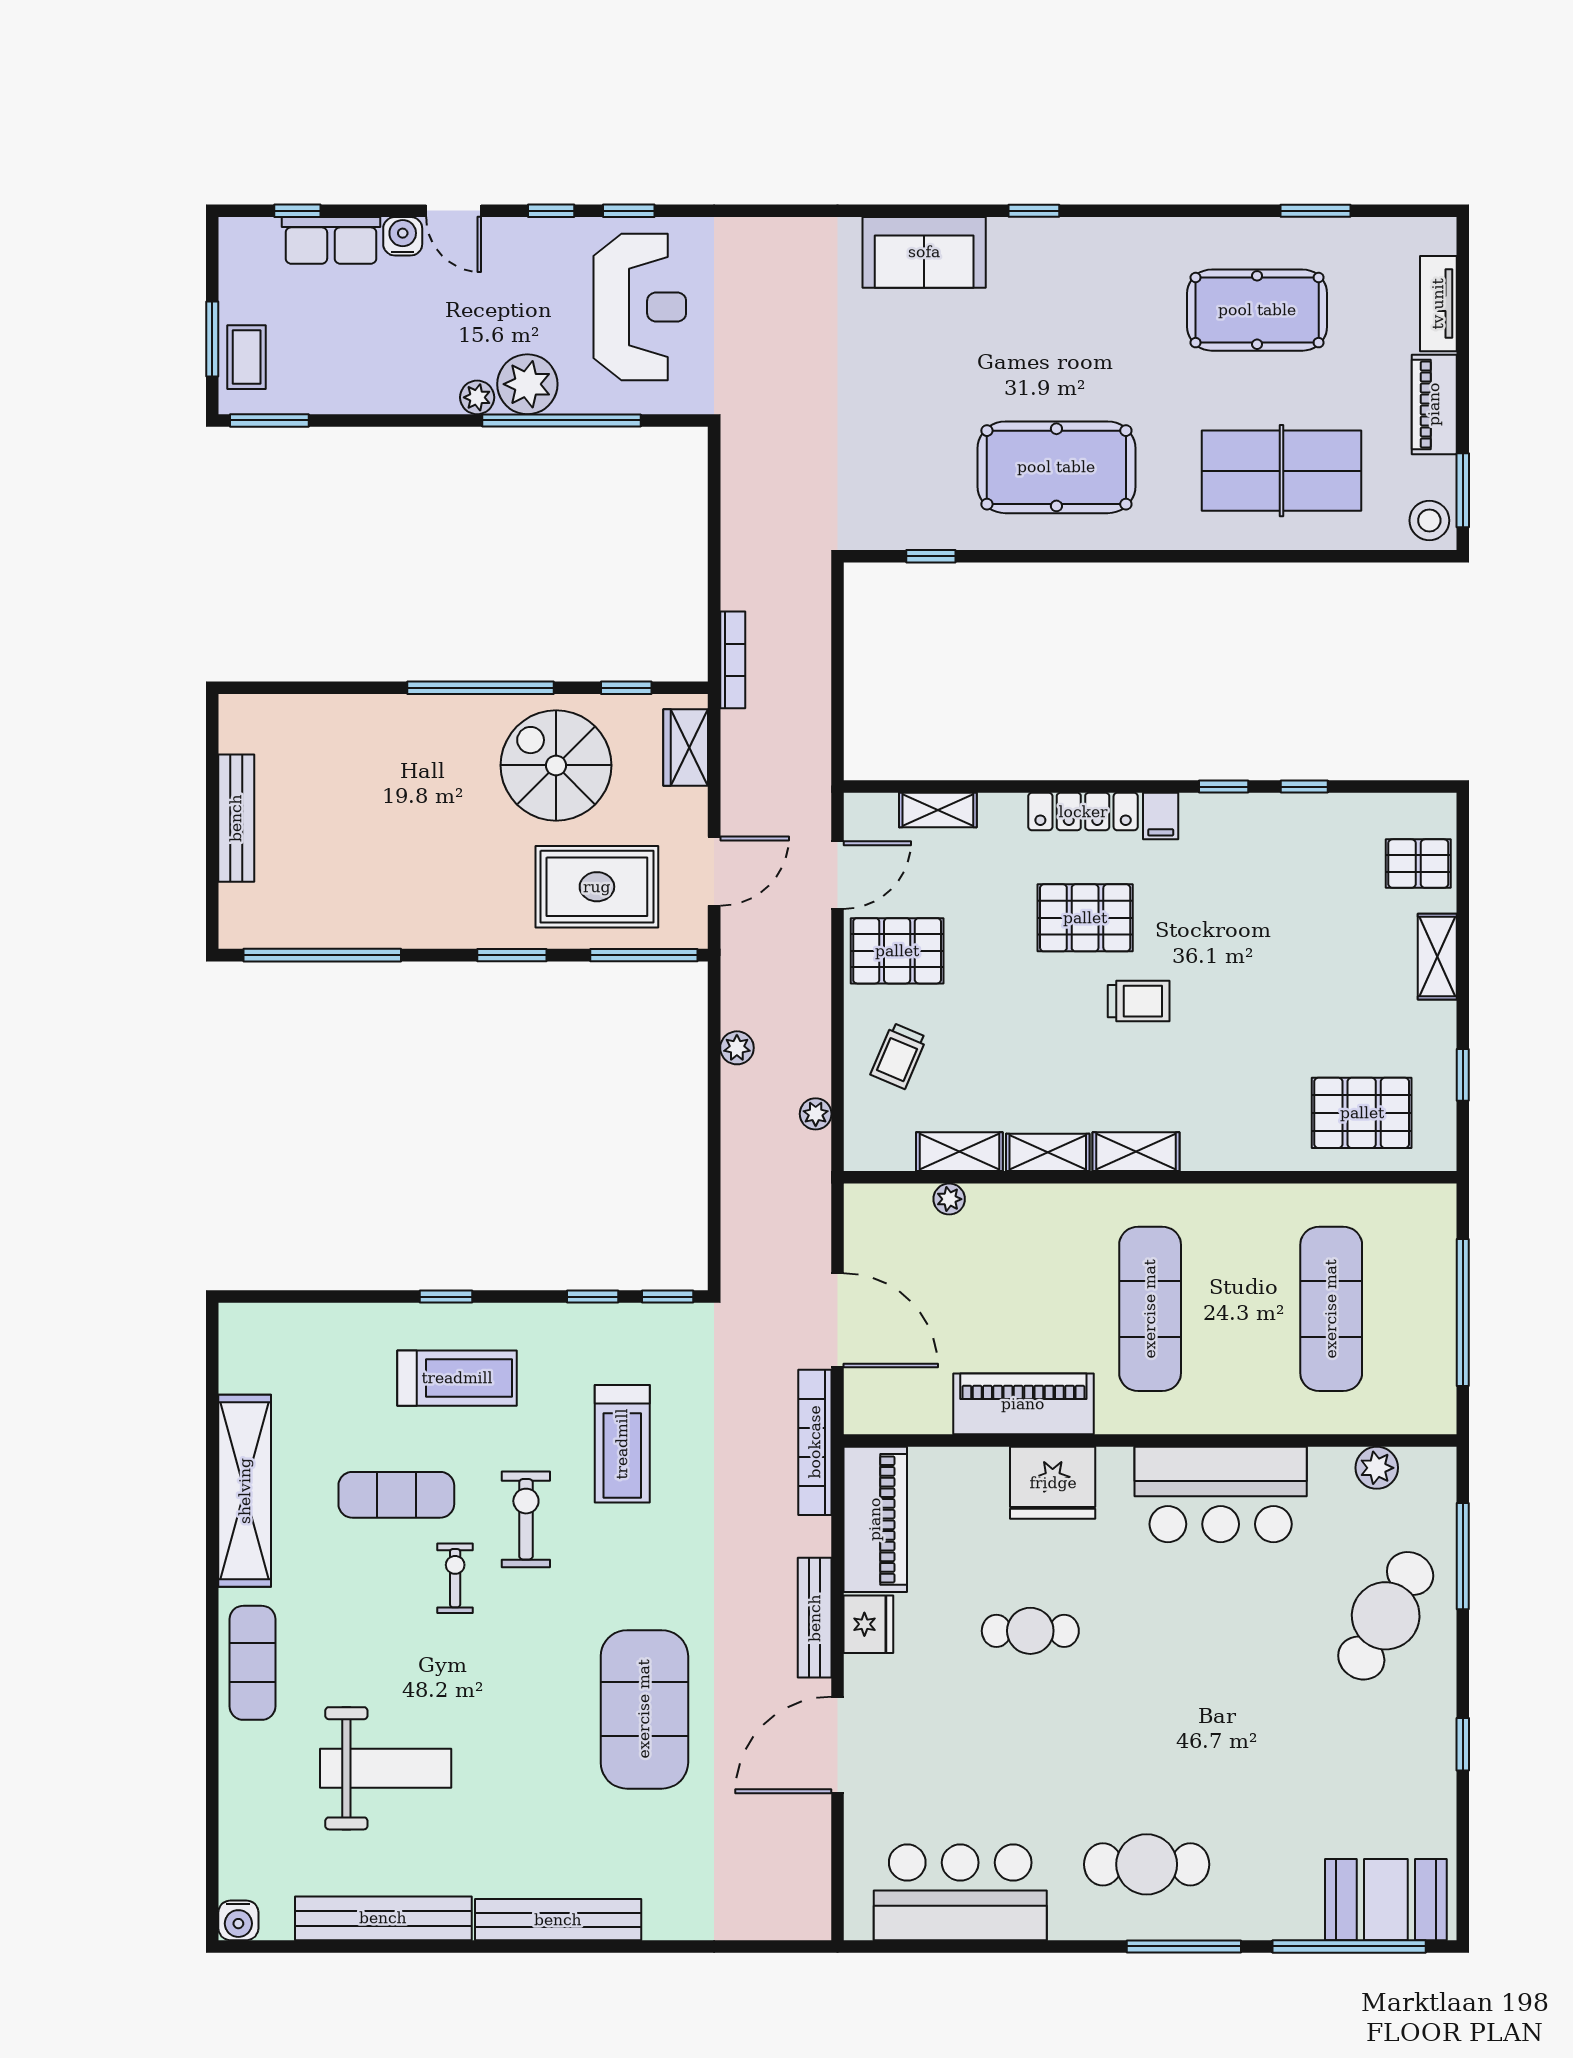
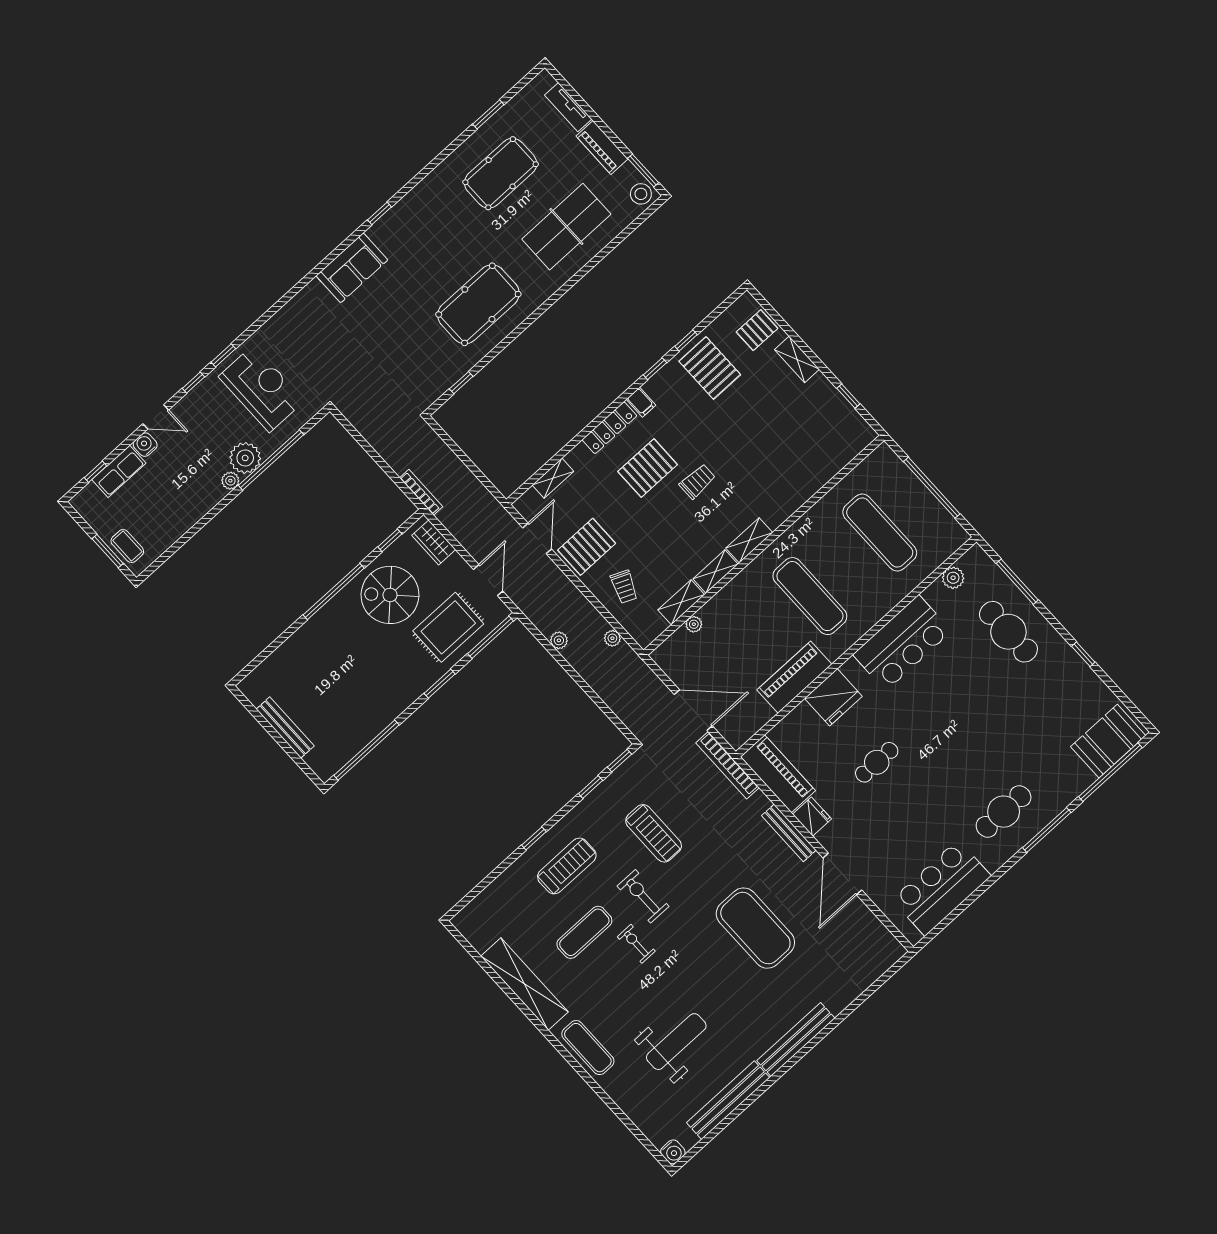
window: (269, 420) -> (158, 562), removed
pallet: (1362, 1113) -> (710, 368), moved, turned 90
cafe table: (1386, 1616) -> (1008, 632), turned -30

